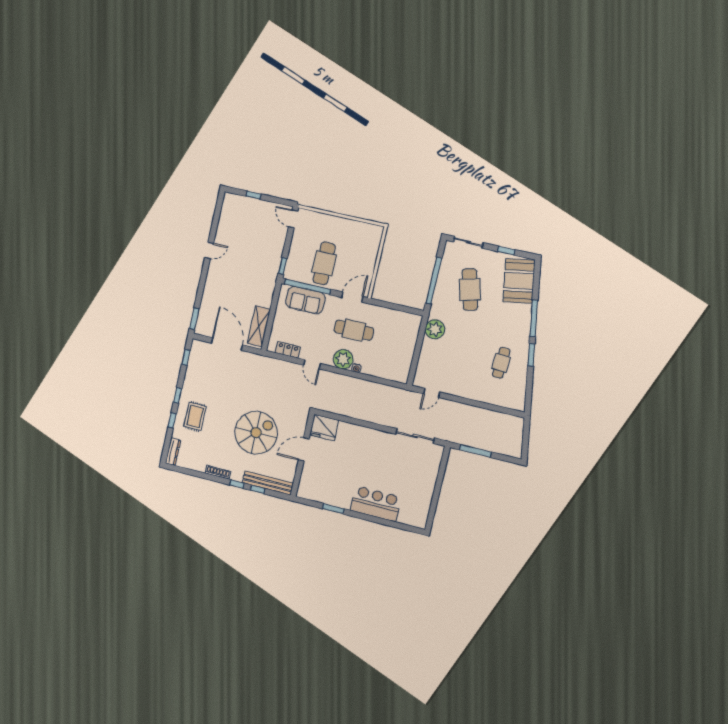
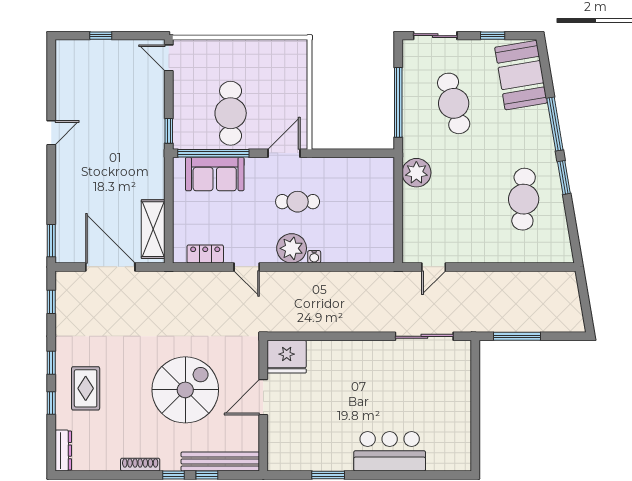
cafe table: (354, 330) -> (298, 202), width x0.73, depth x0.74
cafe table: (501, 363) -> (524, 199), width x1.37, depth x1.35

